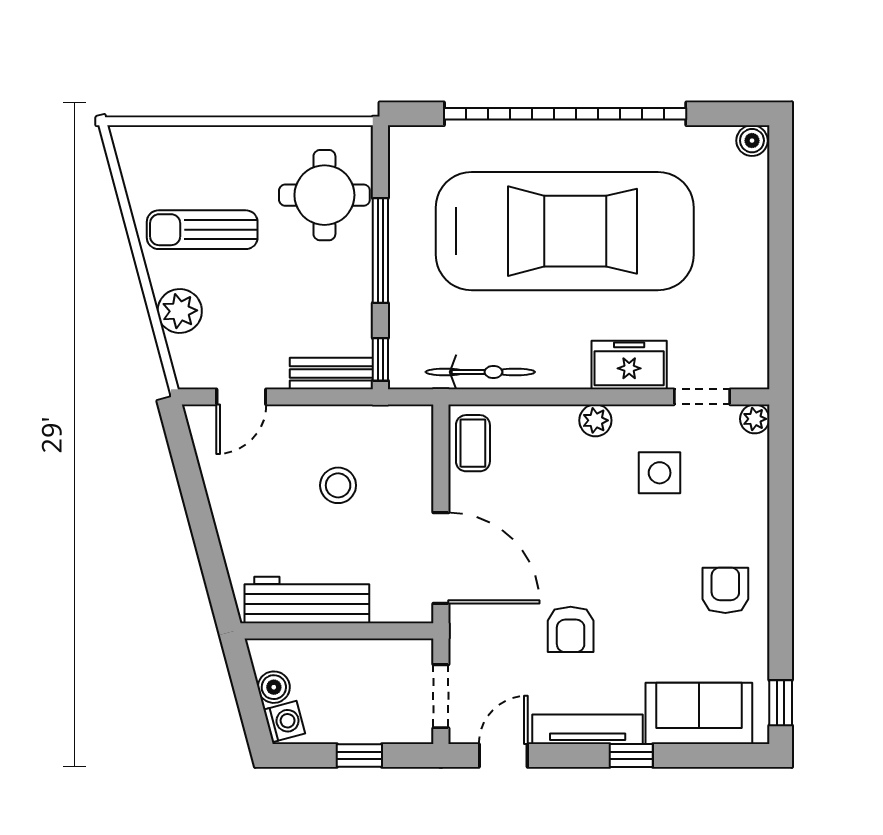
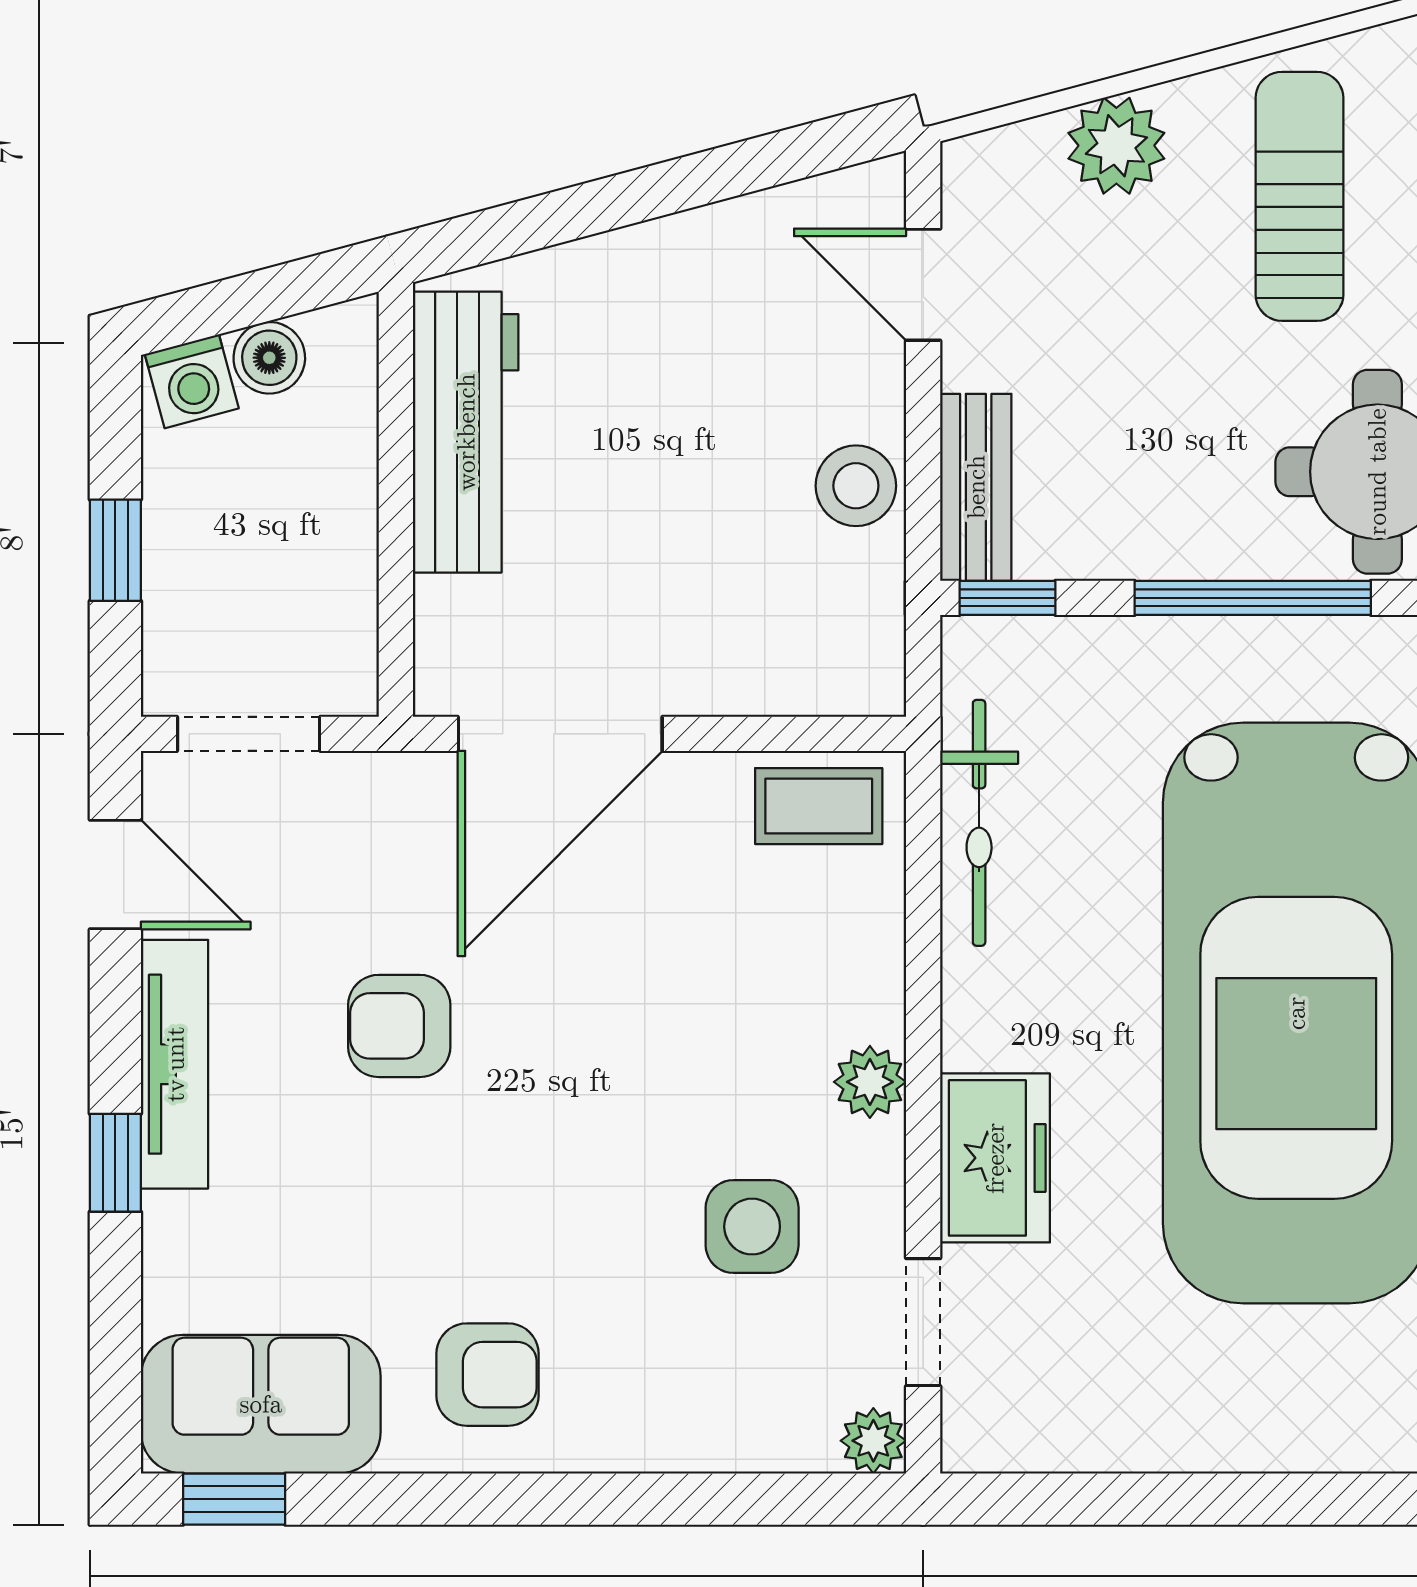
stool: (338, 485) -> (856, 486), moved
sofa: (699, 713) -> (261, 1404), moved, turned -90

